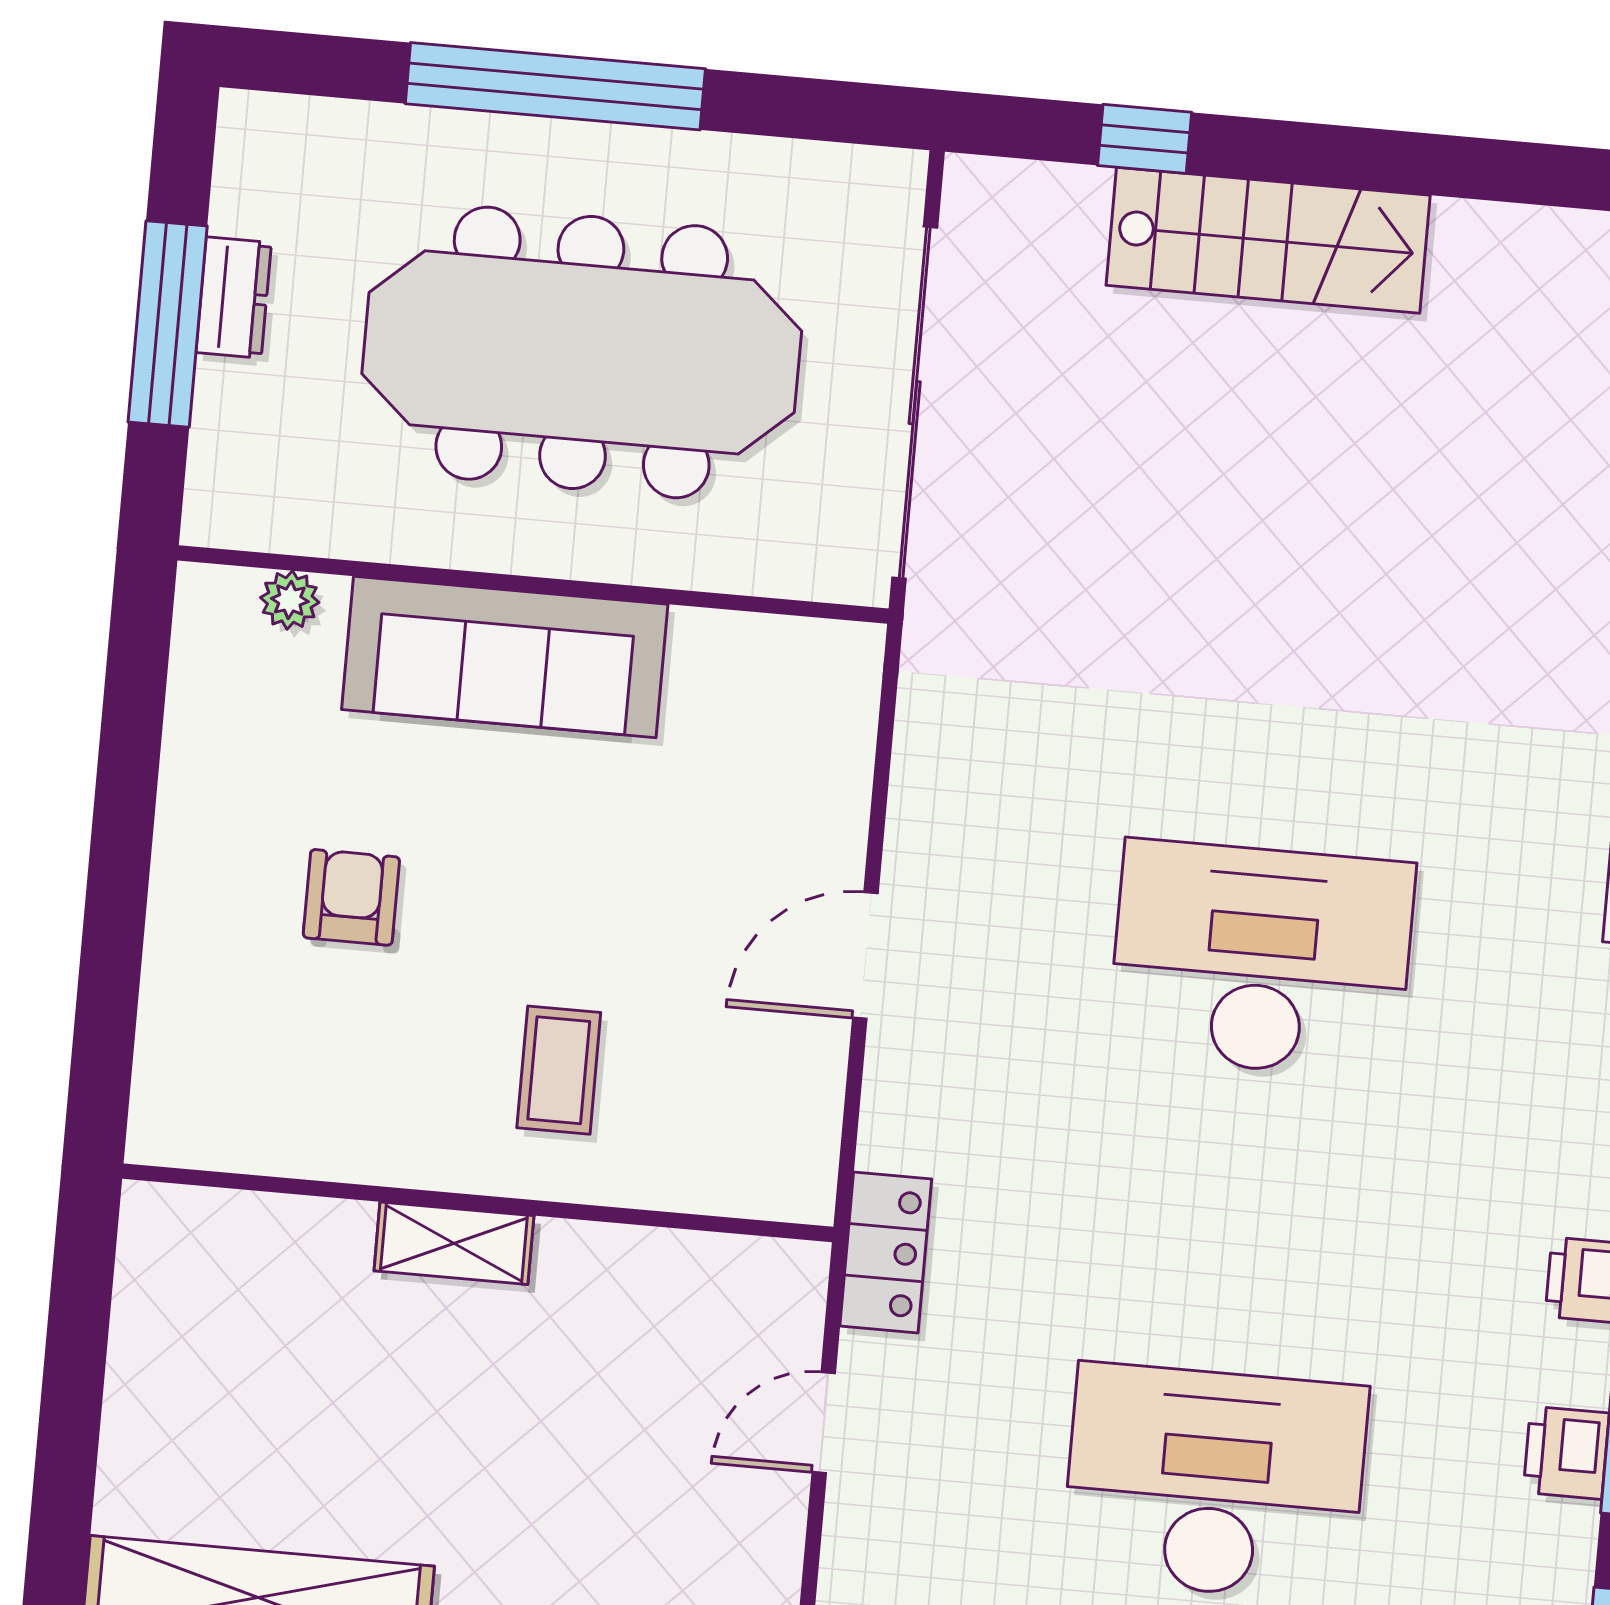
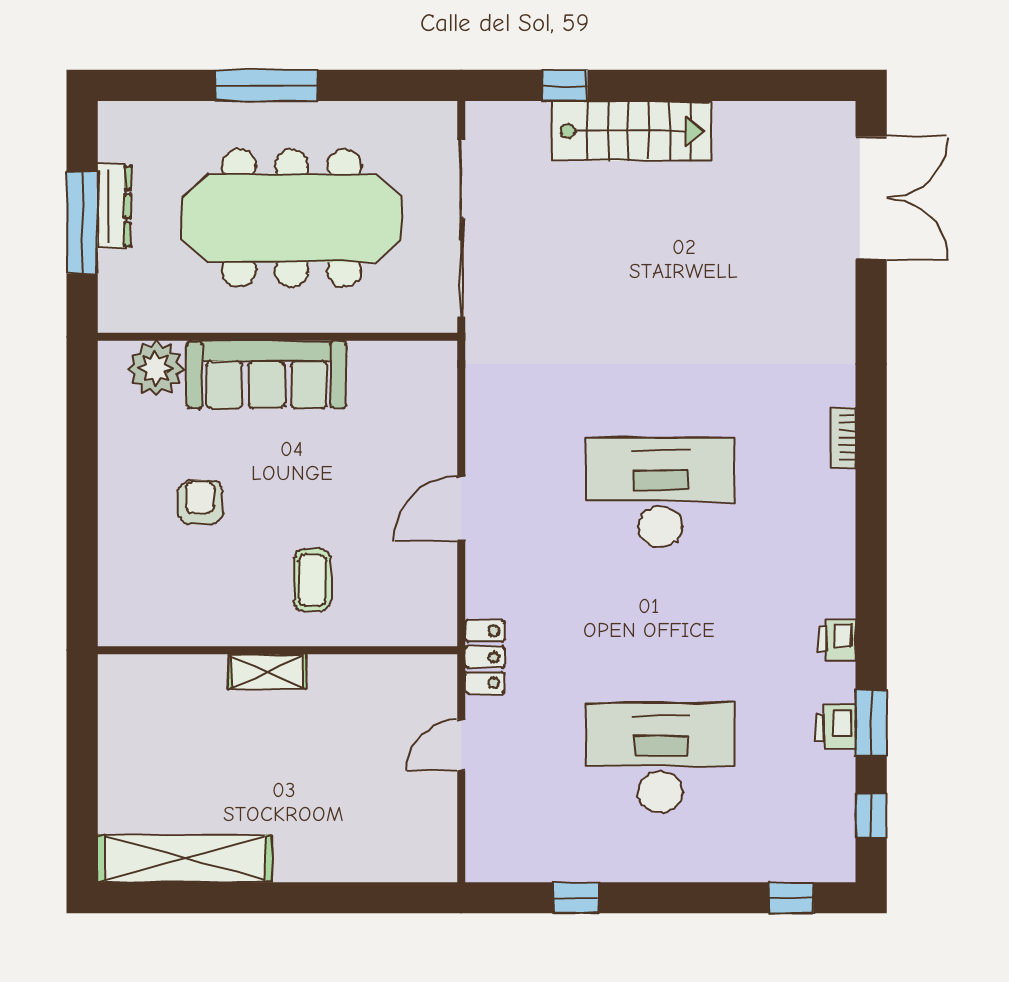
window: (555, 86) -> (266, 85), width x0.68
dresser: (234, 298) -> (114, 206), width x1.44
plant: (290, 600) -> (156, 369), width x1.88, depth x1.88

